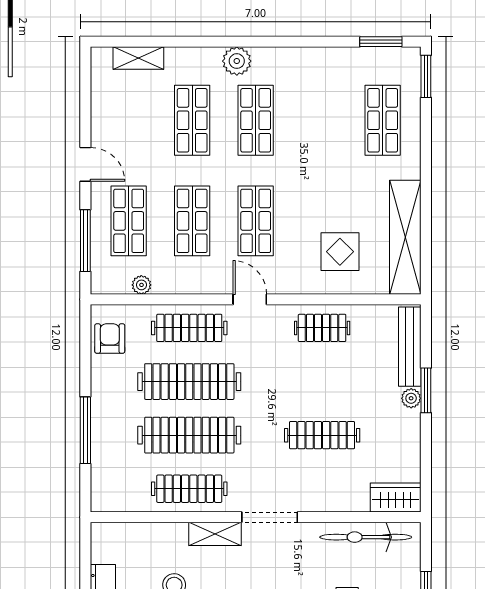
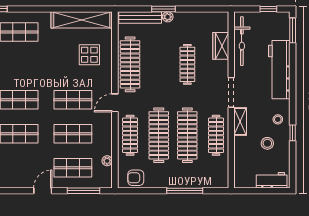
clothes rail: (322, 328) -> (130, 64), width x1.86, depth x1.31
wardrobe: (396, 498) -> (221, 46), moved

